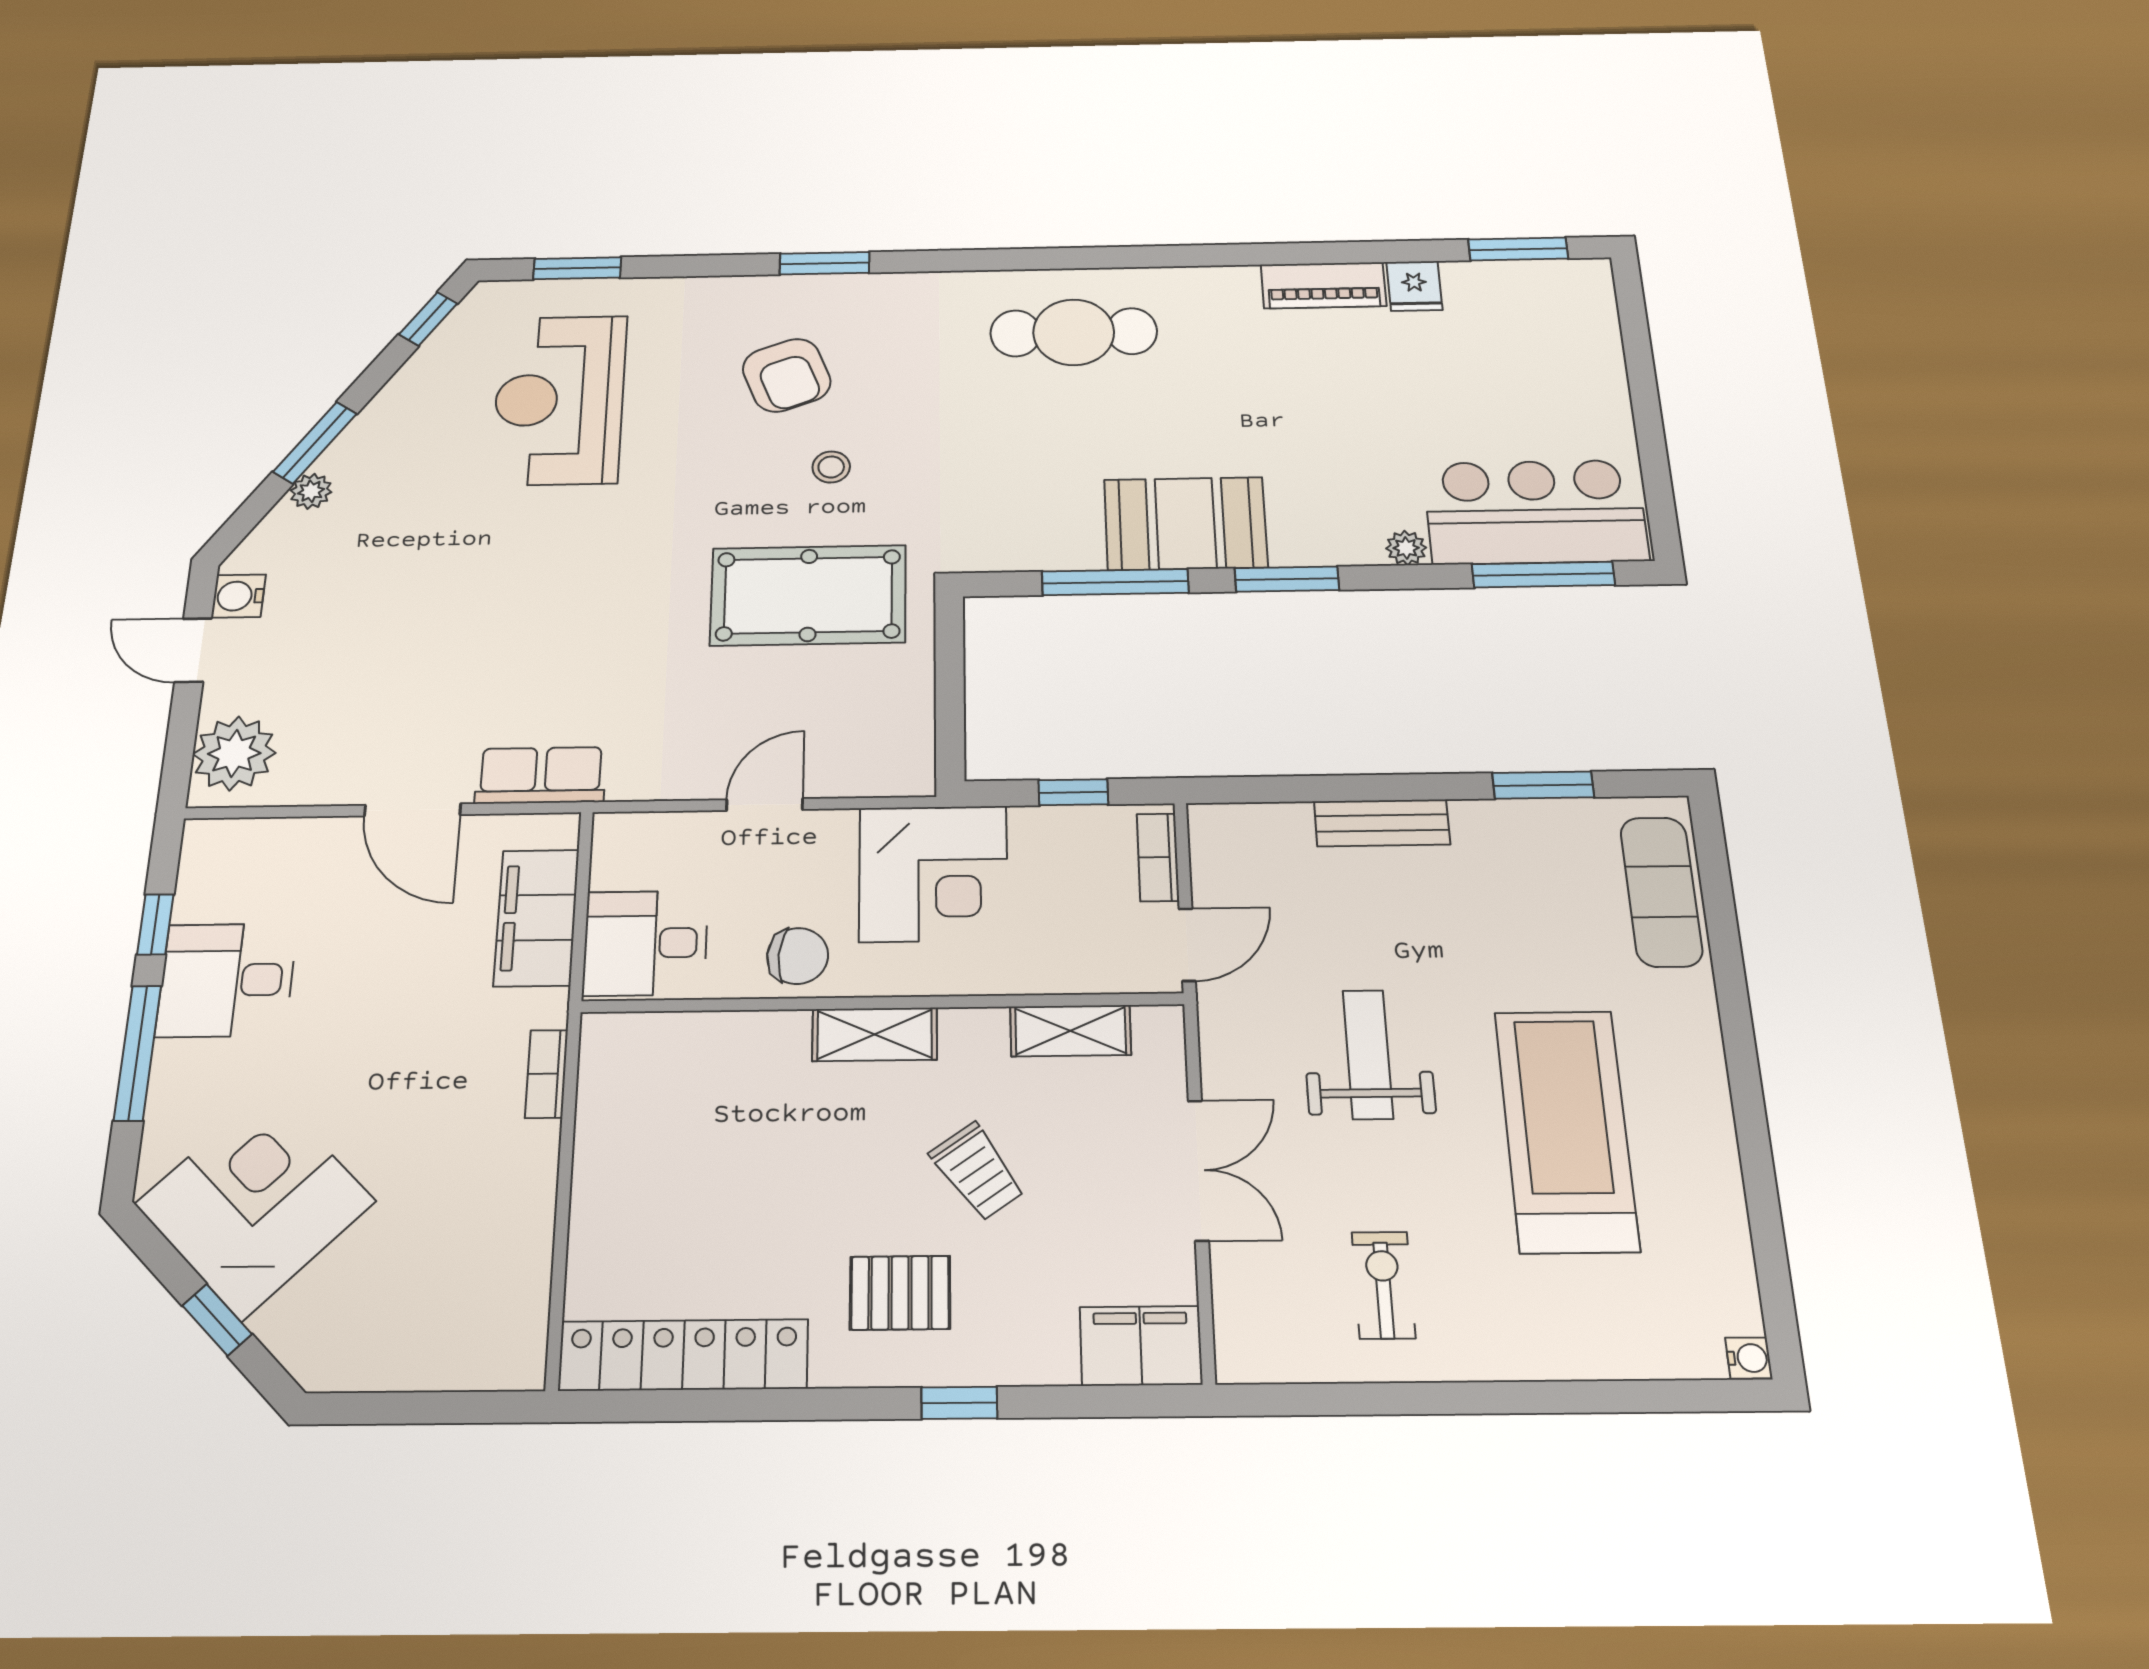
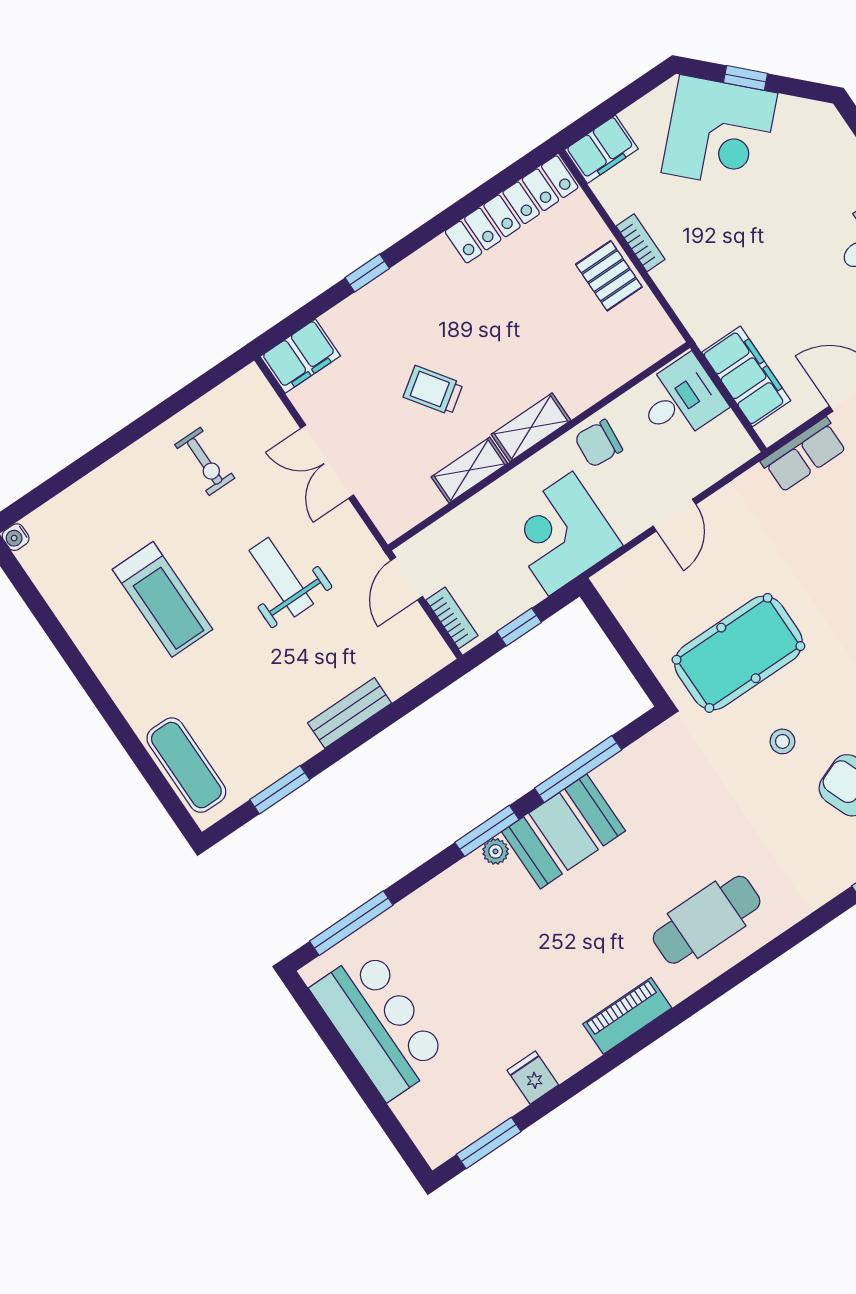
piano: (1323, 285) -> (627, 1016), moved
bar counter: (1535, 512) -> (379, 1024), moved, turned -90
plant: (1406, 548) -> (496, 851), moved
shelving: (1071, 1031) -> (469, 470), moved
weight bench: (1368, 1054) -> (281, 577), turned 180
bookcase: (547, 1074) -> (641, 243), moved
treadmill: (1566, 1130) -> (163, 599), width x0.73, depth x0.73
corner desk: (255, 1203) -> (719, 133), moved
pallet: (900, 1293) -> (609, 276), moved, turned 90
filing cabinet: (493, 1355) -> (601, 149), added

